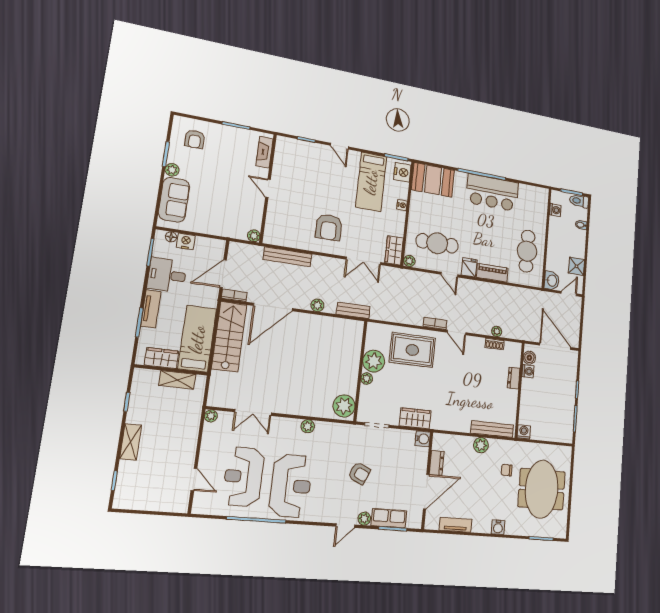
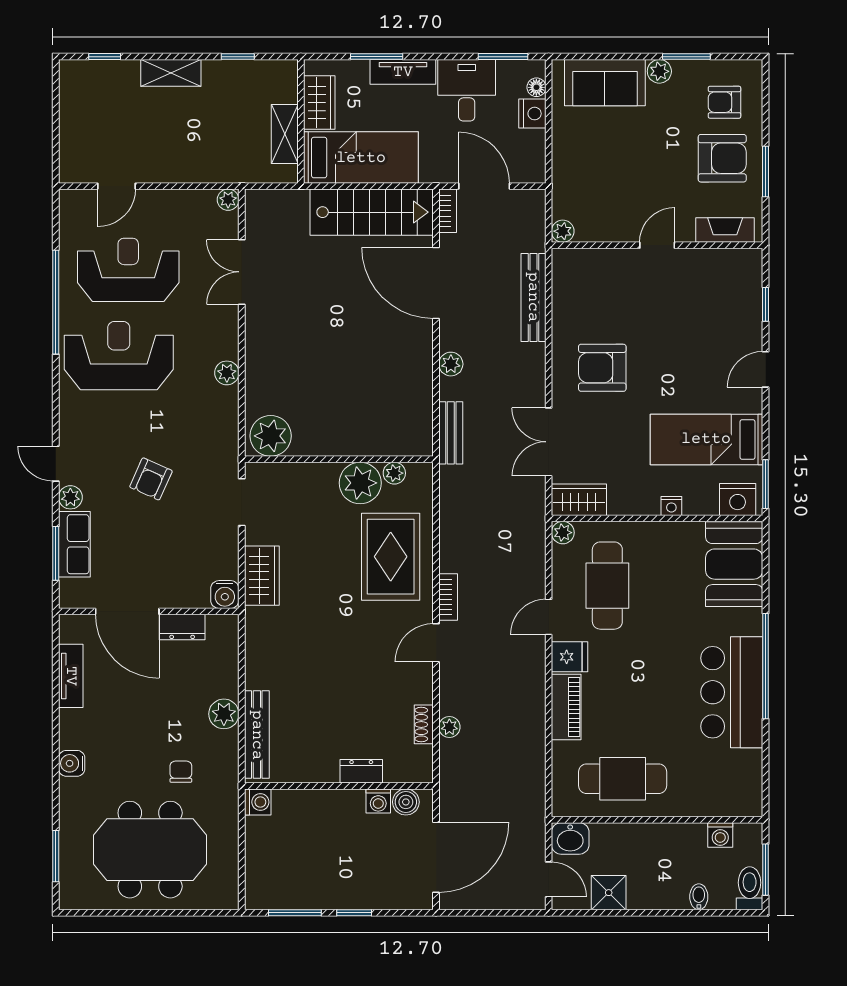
armchair: (226, 146) -> (722, 158), added
plant: (367, 379) -> (394, 473), moved
reception desk: (291, 486) -> (119, 356), turned 180

